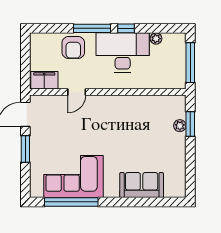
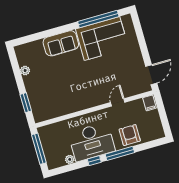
filing cabinet: (44, 80) -> (149, 103), width x0.50
plant: (180, 126) -> (25, 71), moved
window: (25, 149) -> (144, 49), removed
sofa: (142, 185) -> (61, 43), moved

